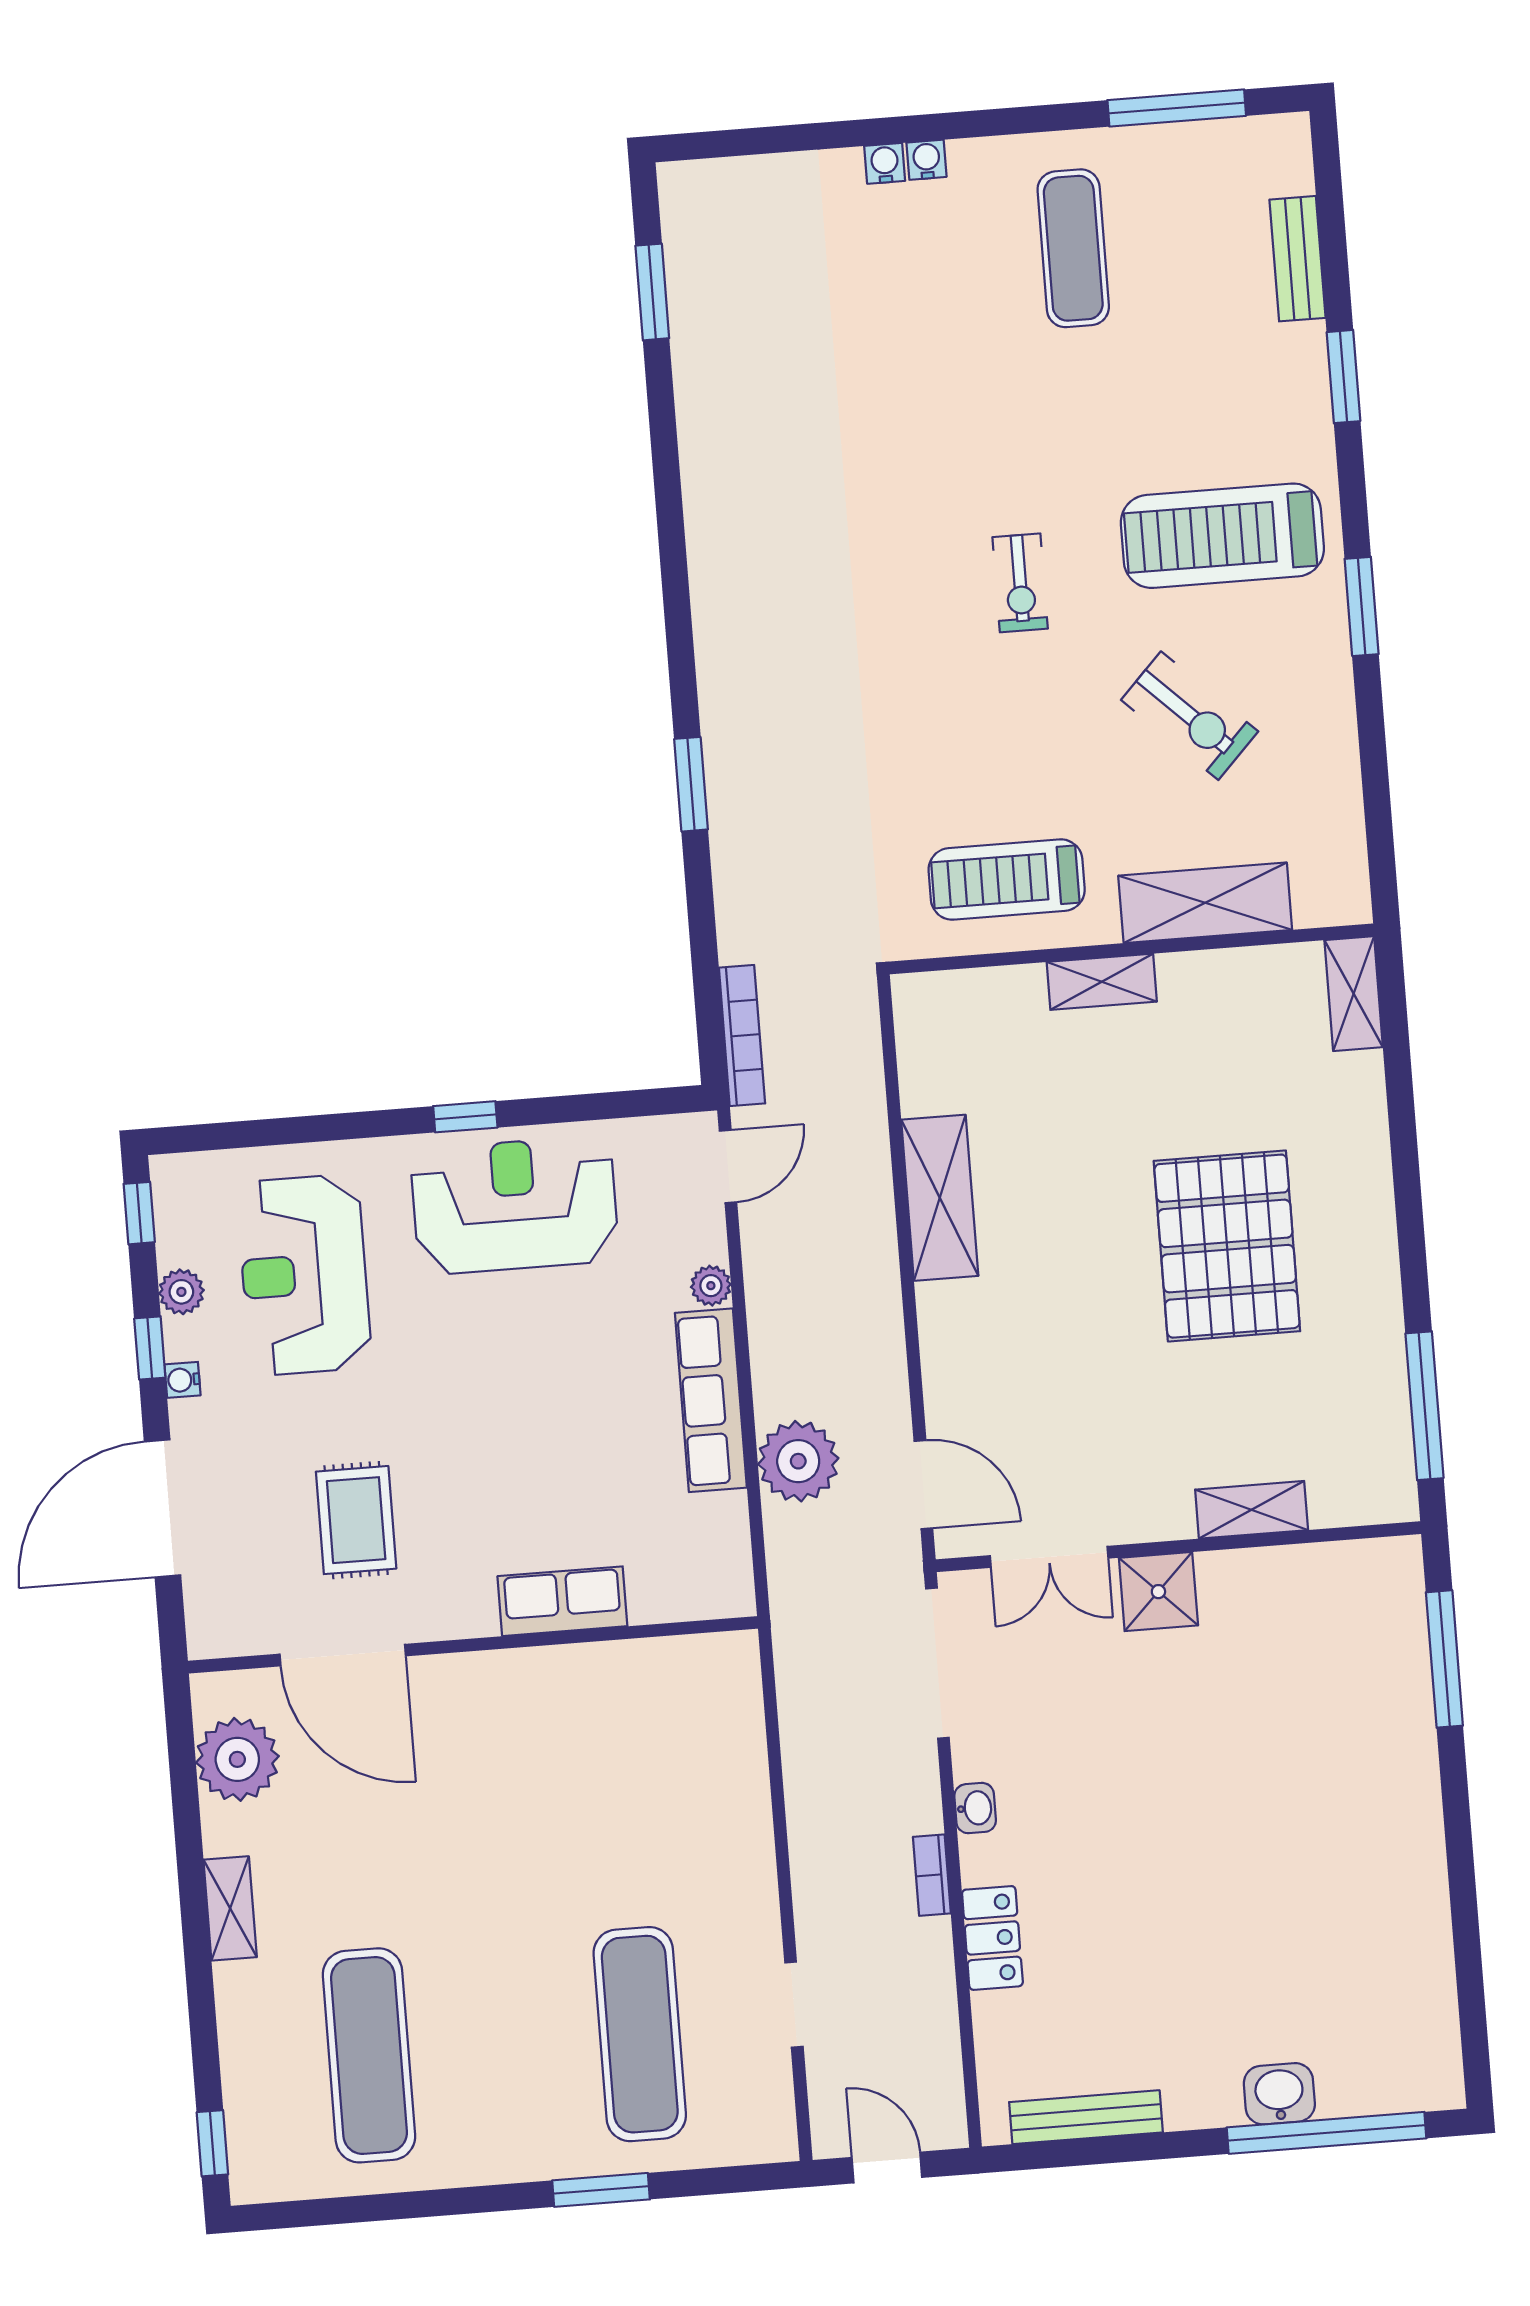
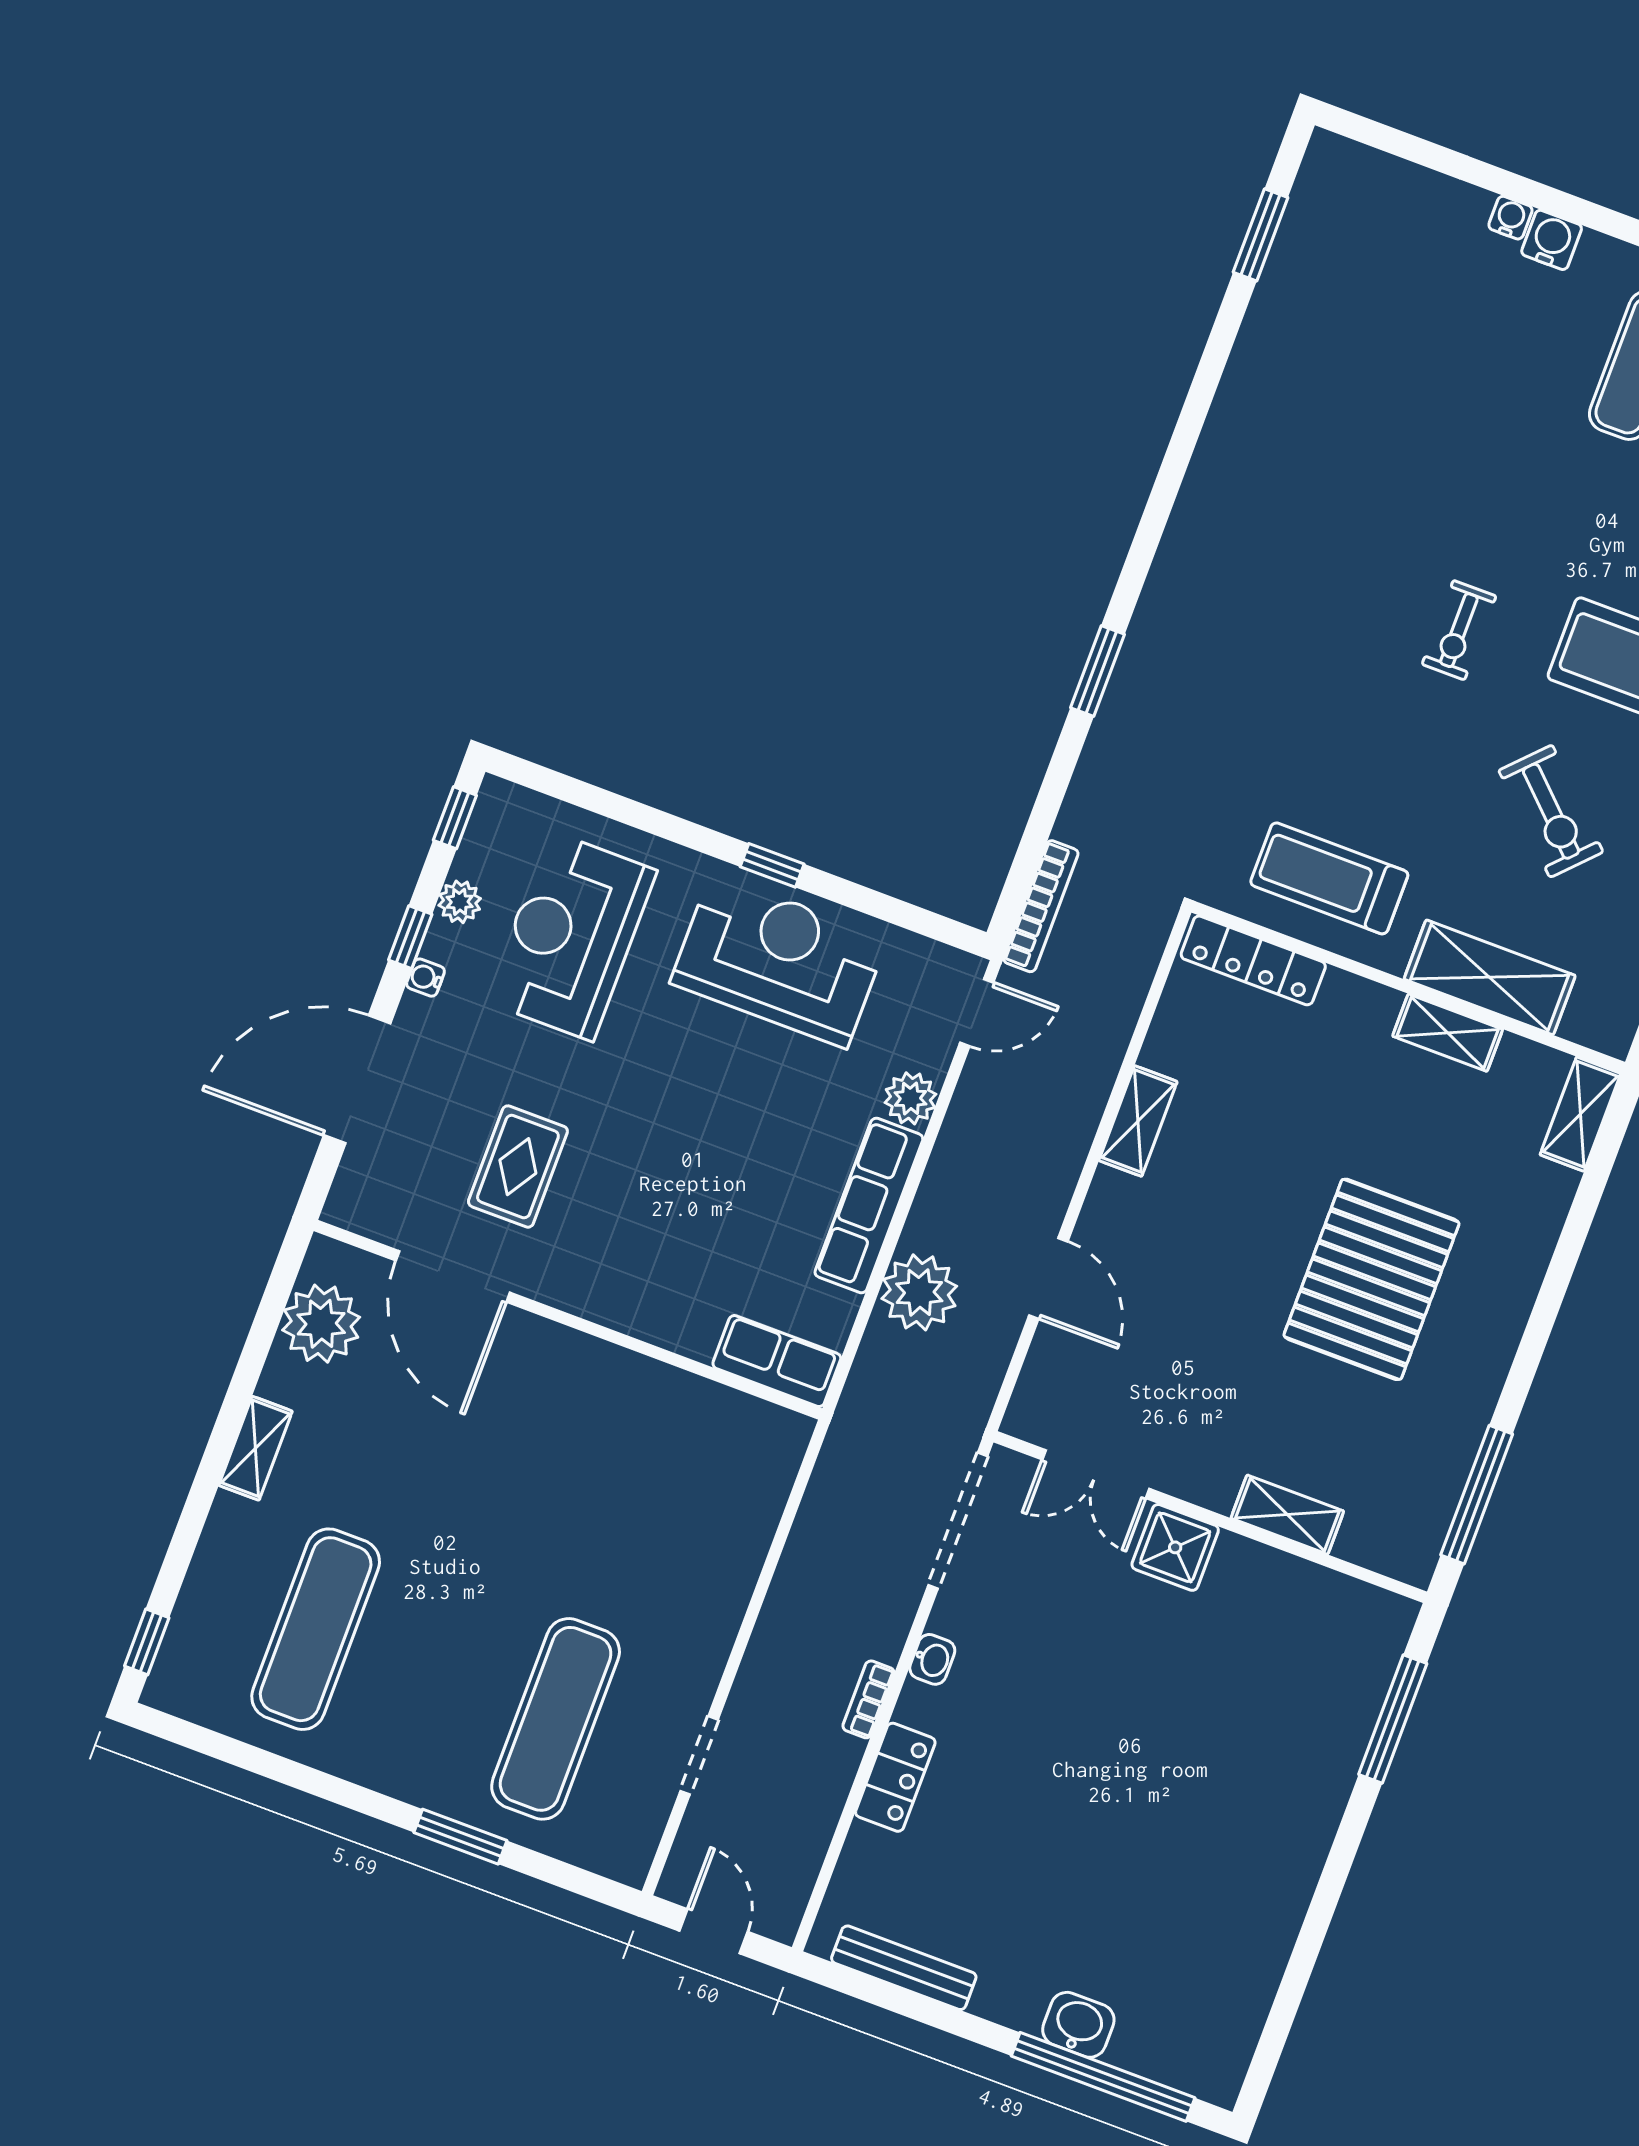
water cooler: (926, 160) -> (1552, 240), width x1.38, depth x1.38
shelving: (1102, 982) -> (1448, 1033), moved
locker: (970, 993) -> (1253, 960), added
shelving: (940, 1198) -> (1138, 1121), width x0.67, depth x0.75
plant: (711, 1286) -> (910, 1098), width x1.38, depth x1.38
door: (923, 1485) -> (1048, 1278), moved
row of seats: (562, 1601) -> (777, 1361), moved

